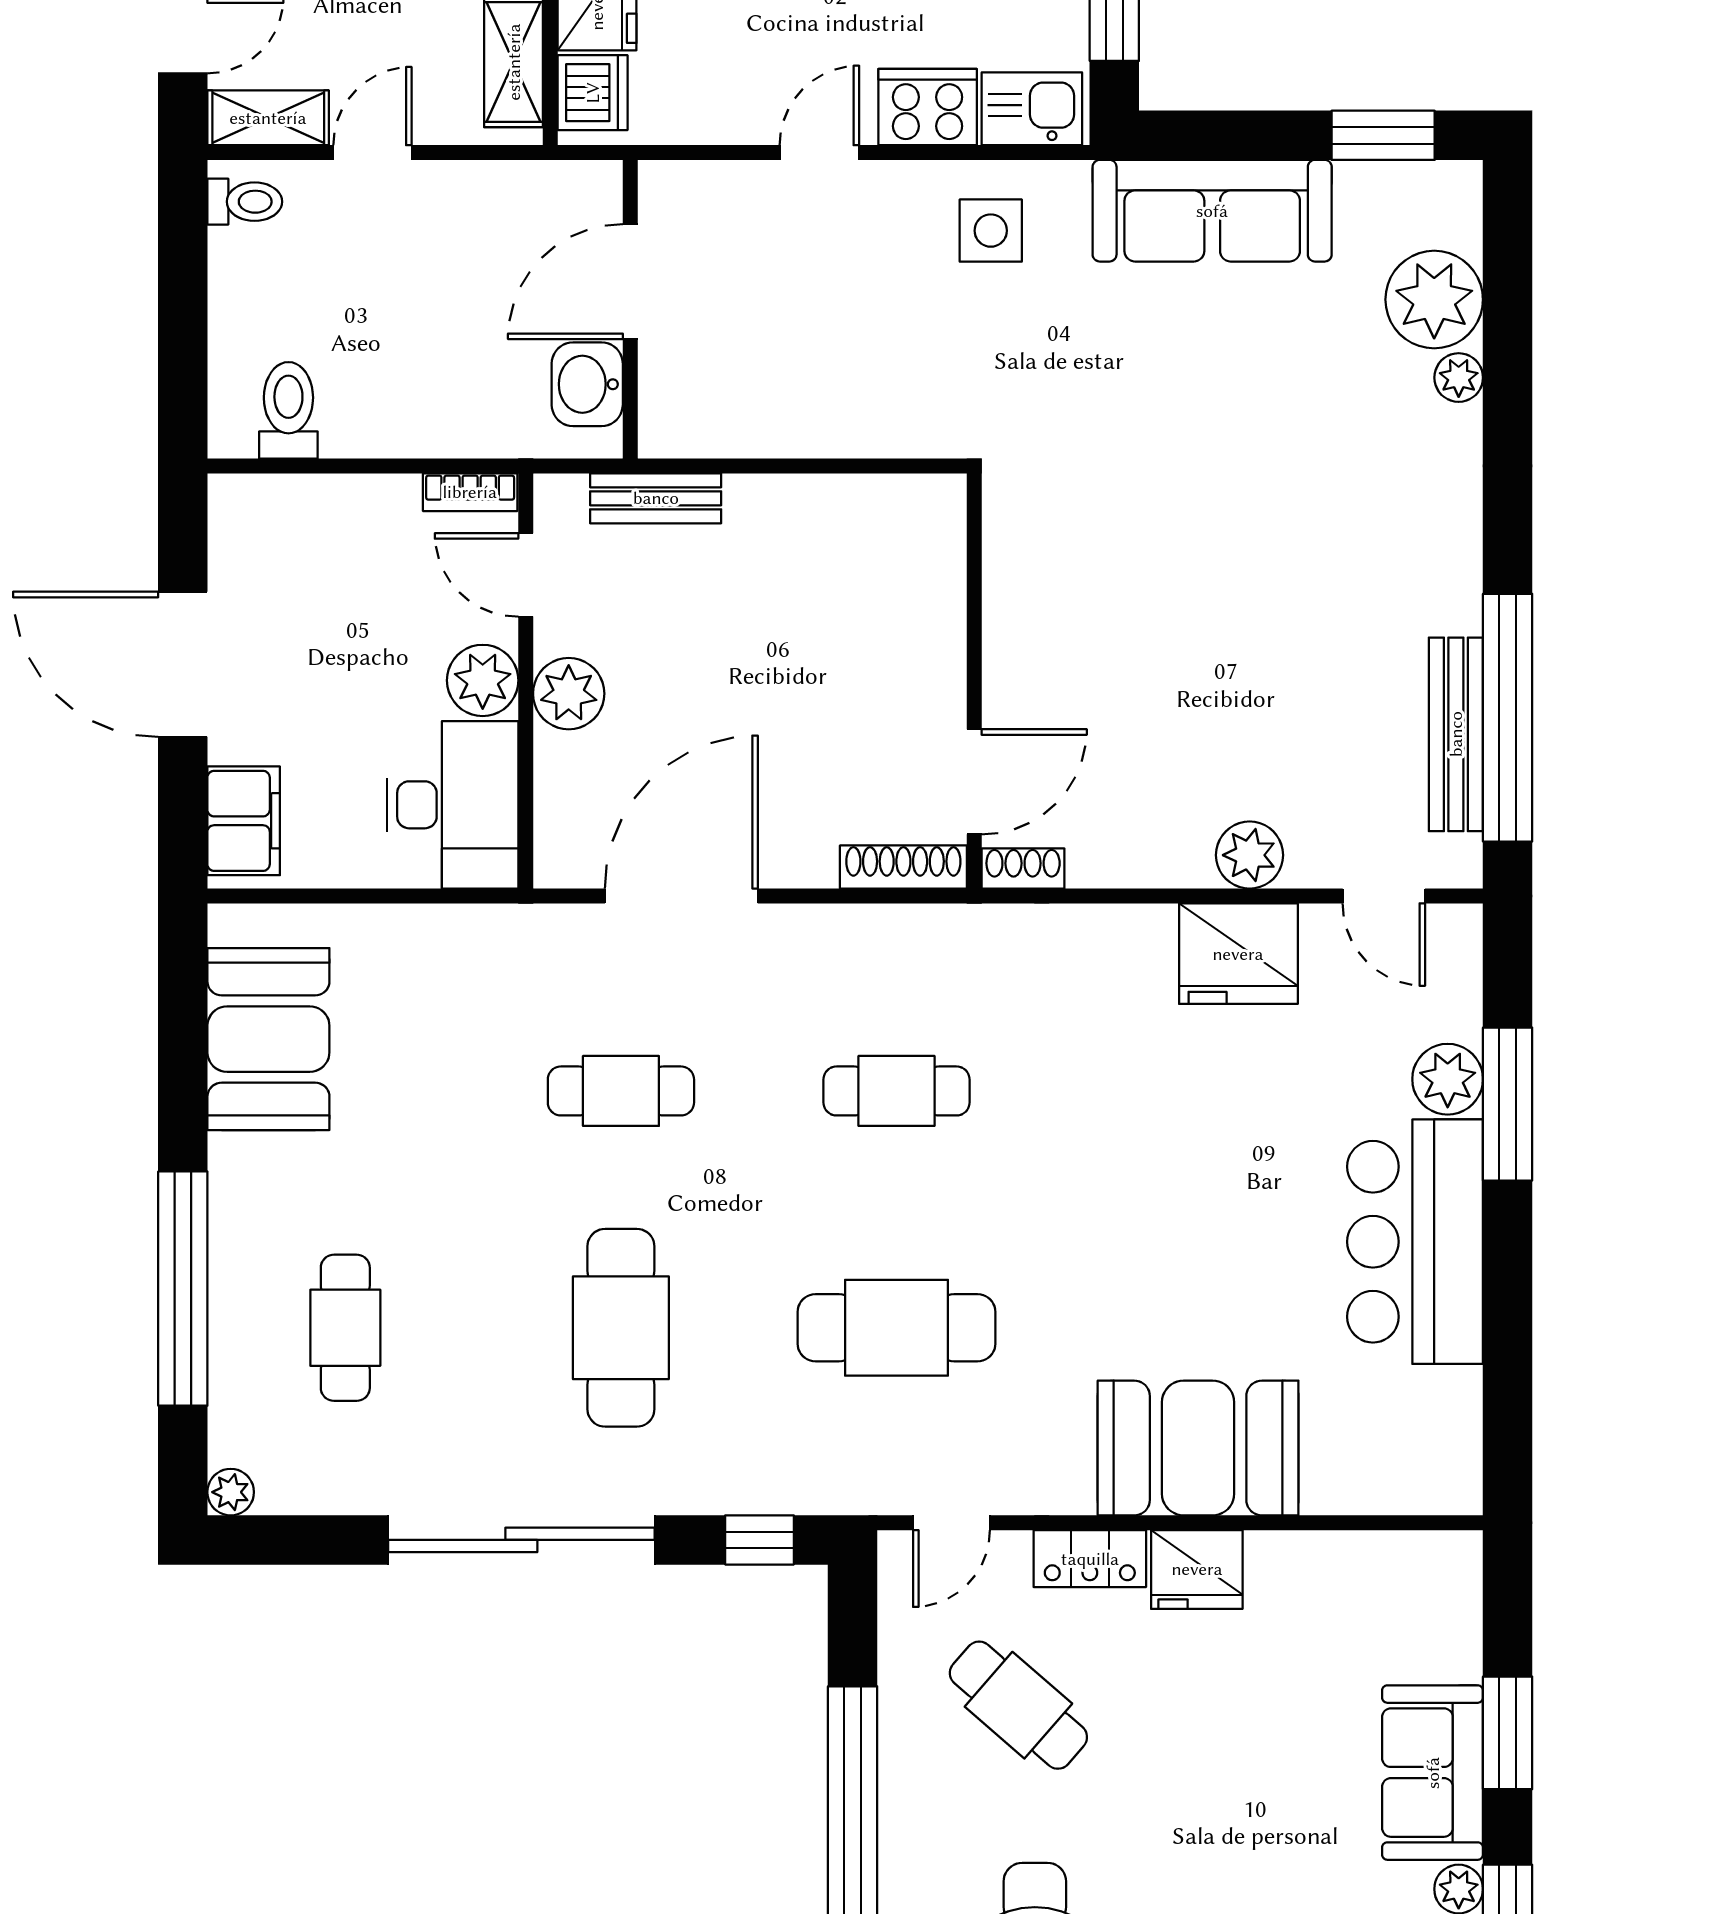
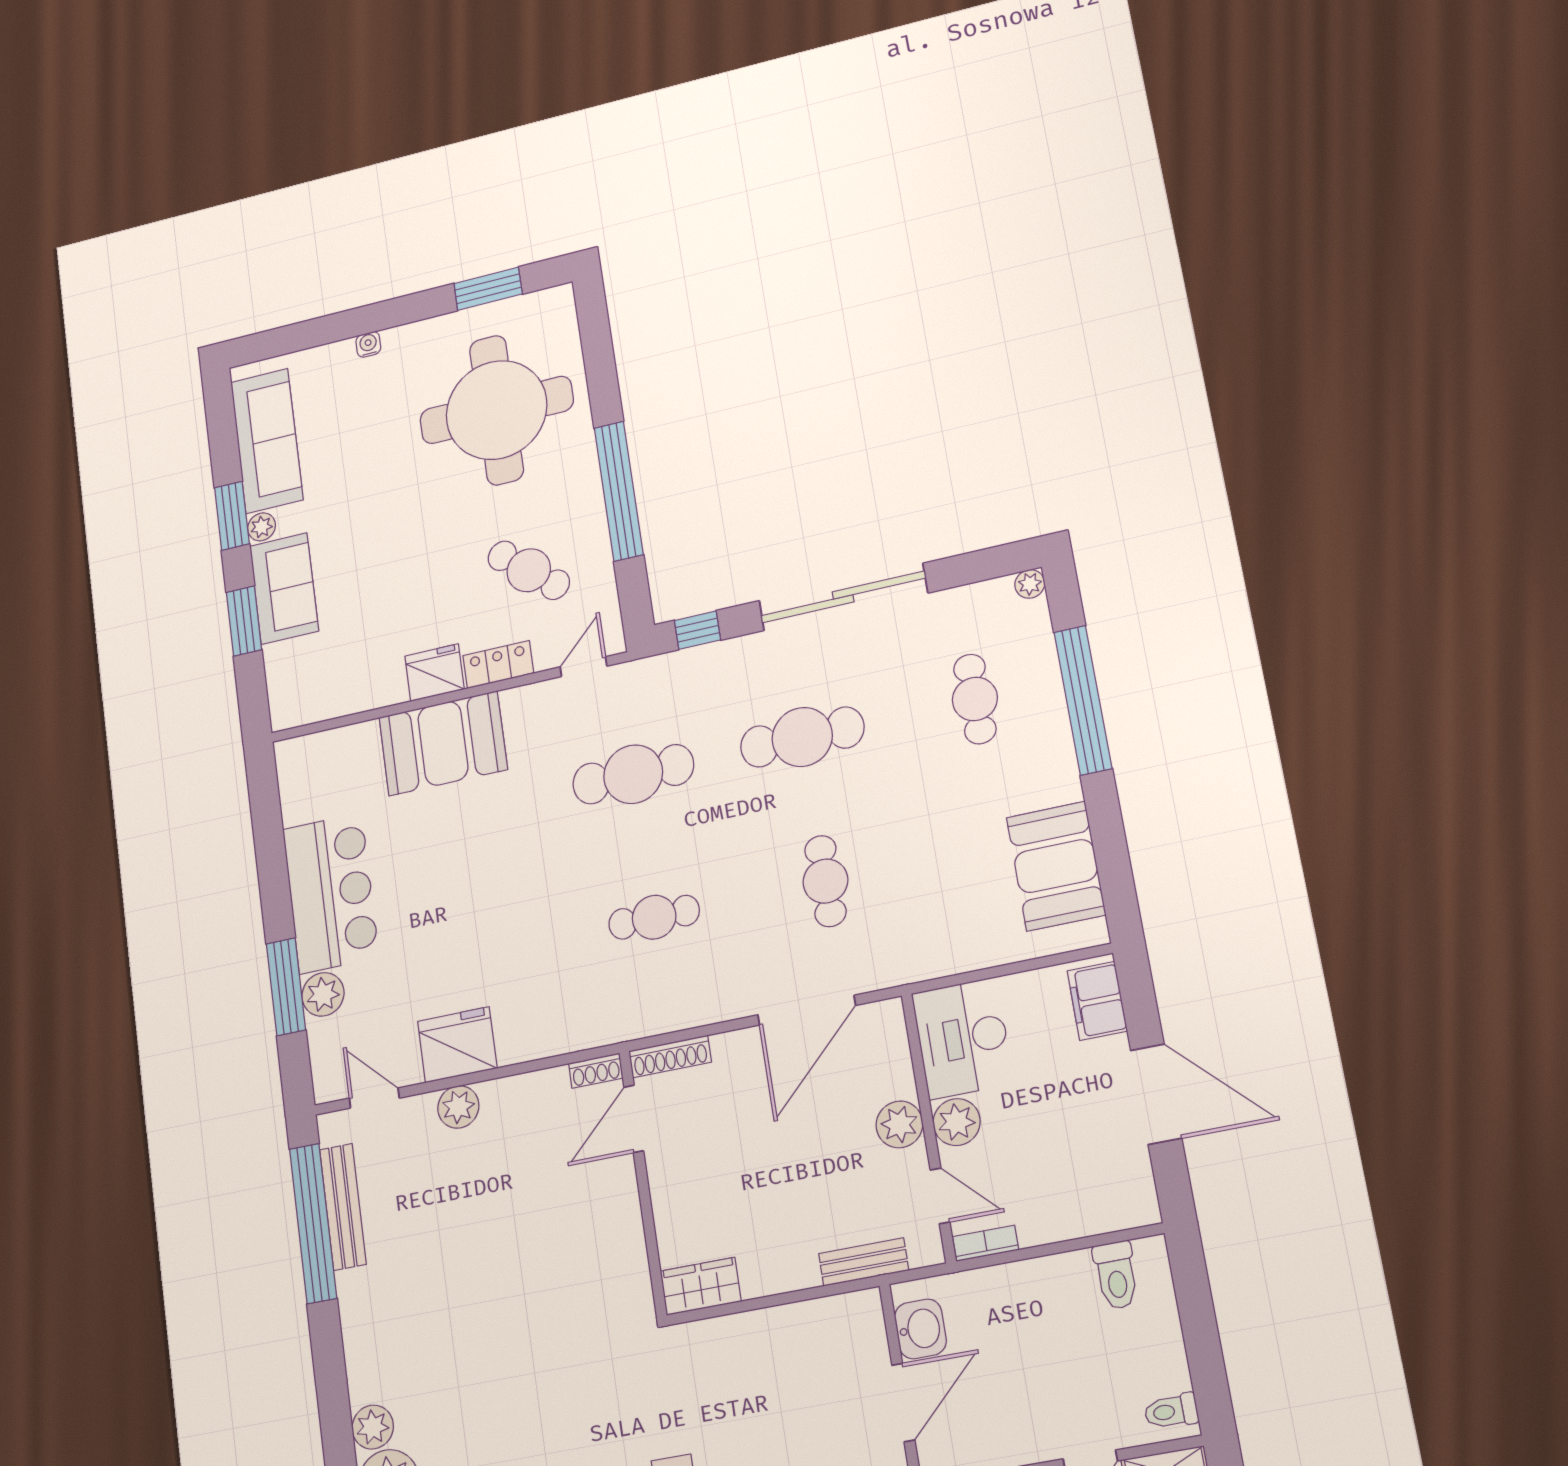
plant: (1459, 378) -> (373, 1427), width x1.38, depth x1.38
wardrobe: (908, 507) -> (701, 1286), added
cafe table: (621, 1091) -> (825, 881), turned 90
cafe table: (621, 1328) -> (802, 737), turned 90

